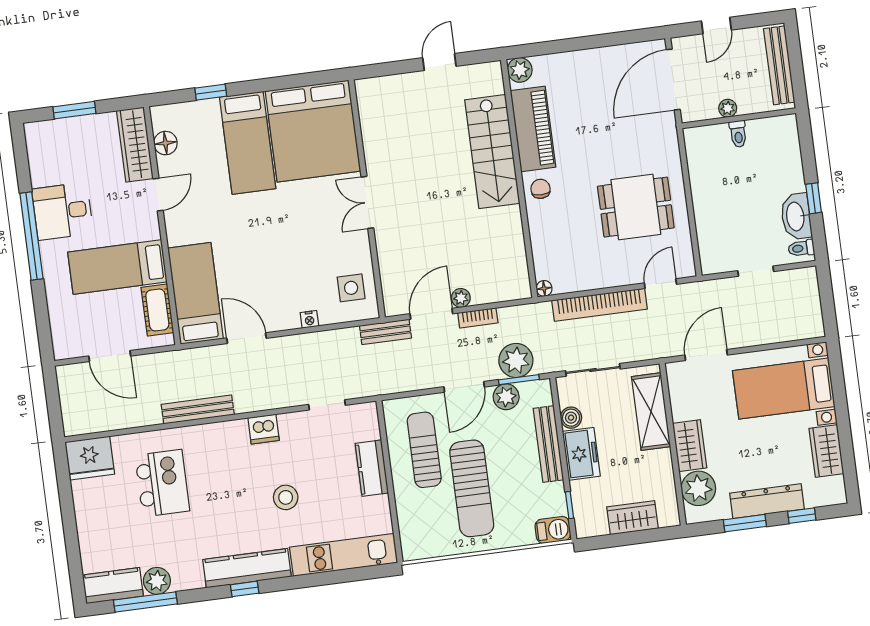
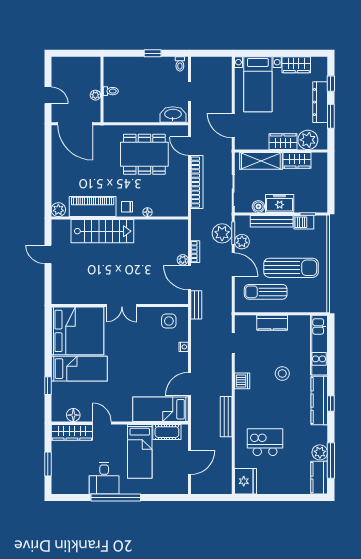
bench: (779, 65) -> (75, 63), removed
dining table: (636, 207) -> (144, 154), width x1.38
washbasin: (796, 216) -> (173, 114), moved, turned 180
floor lamp: (544, 288) -> (147, 212), moved
wardrobe: (632, 518) -> (297, 160), moved, turned -90
barbecue: (553, 530) -> (304, 222), moved, turned -90

